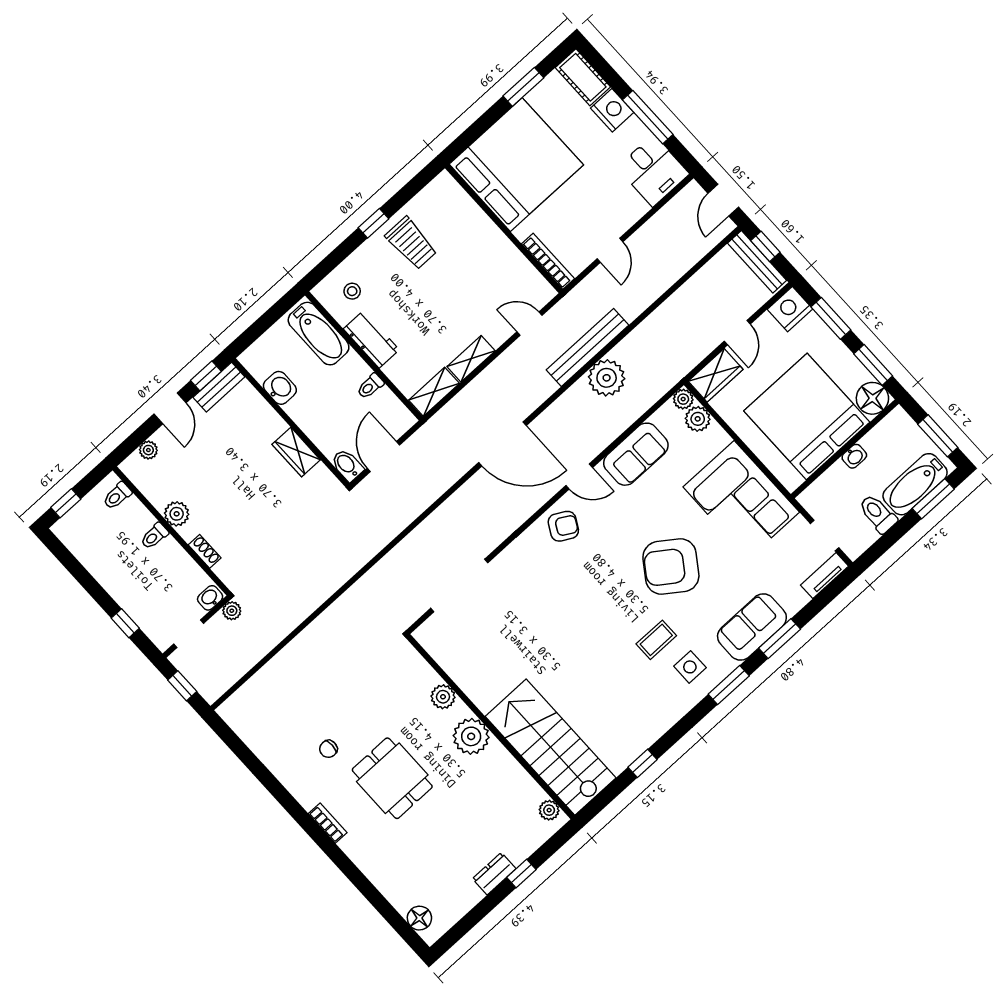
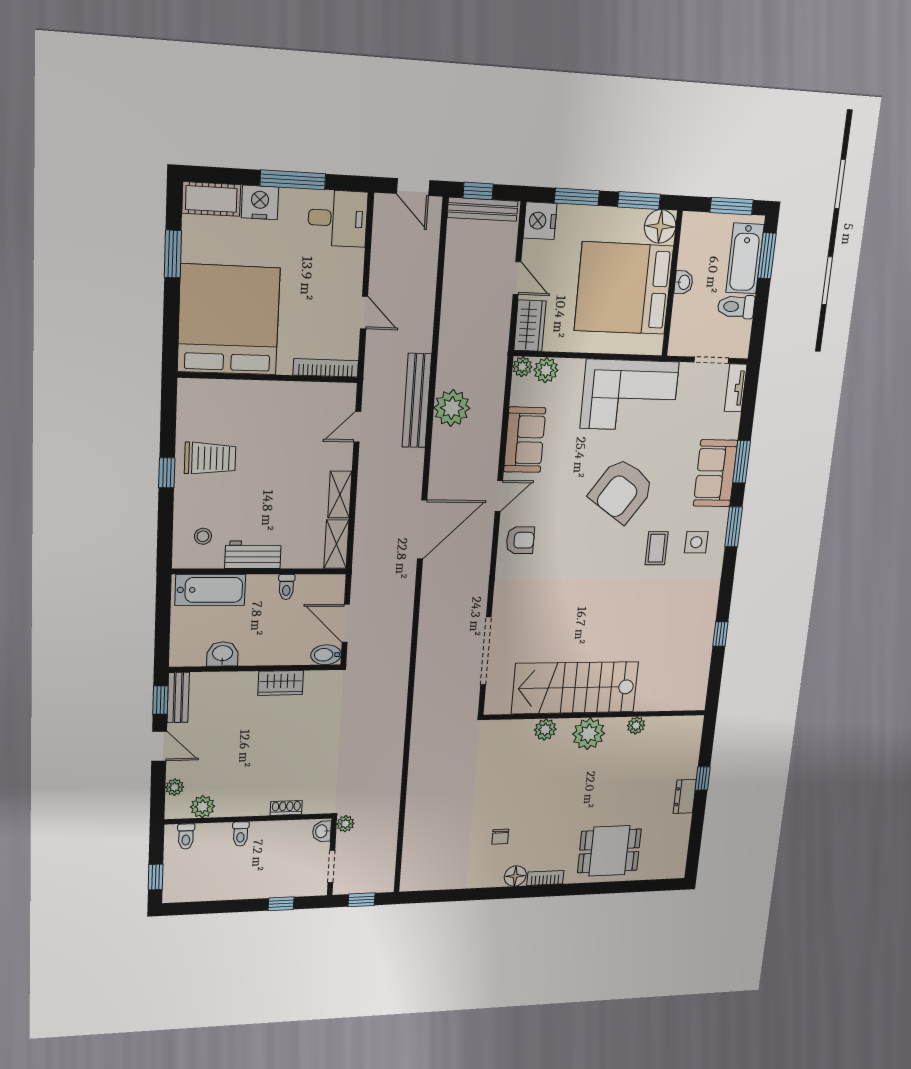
plant: (177, 514) -> (203, 807), moved
armchair: (563, 526) -> (520, 540), turned 61
stairs: (551, 747) -> (575, 688), moved
dining table: (392, 778) -> (609, 851), moved
plant: (549, 810) -> (636, 725), moved
floor lamp: (419, 918) -> (515, 876), moved

